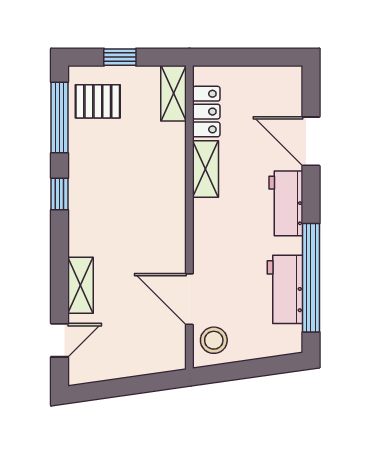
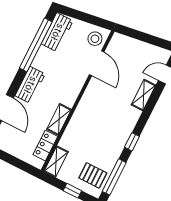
workbench: (285, 289) -> (57, 32), moved

